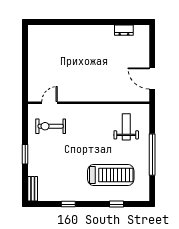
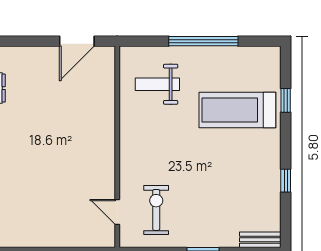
exercise bike: (51, 126) -> (156, 210), turned 180
treadmill: (111, 175) -> (237, 110), turned -90

